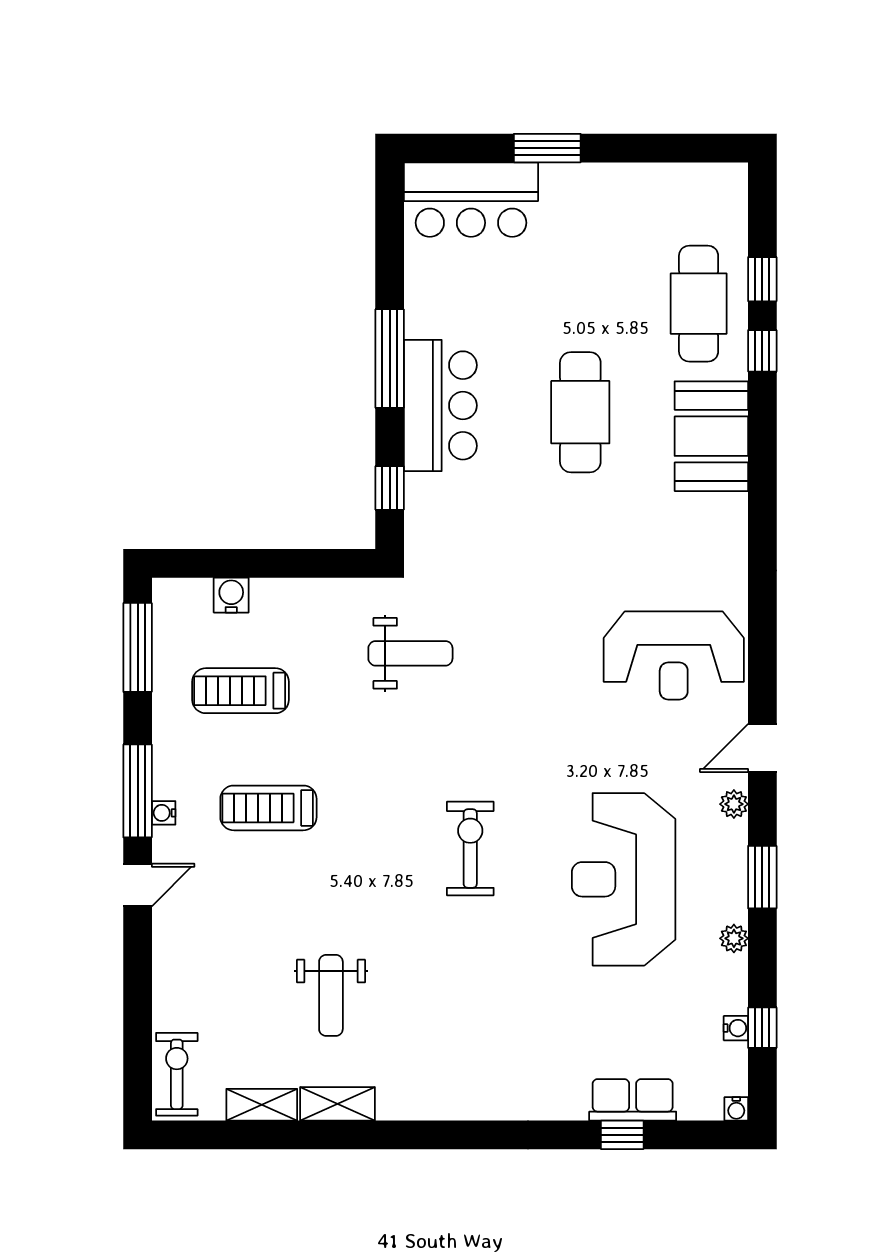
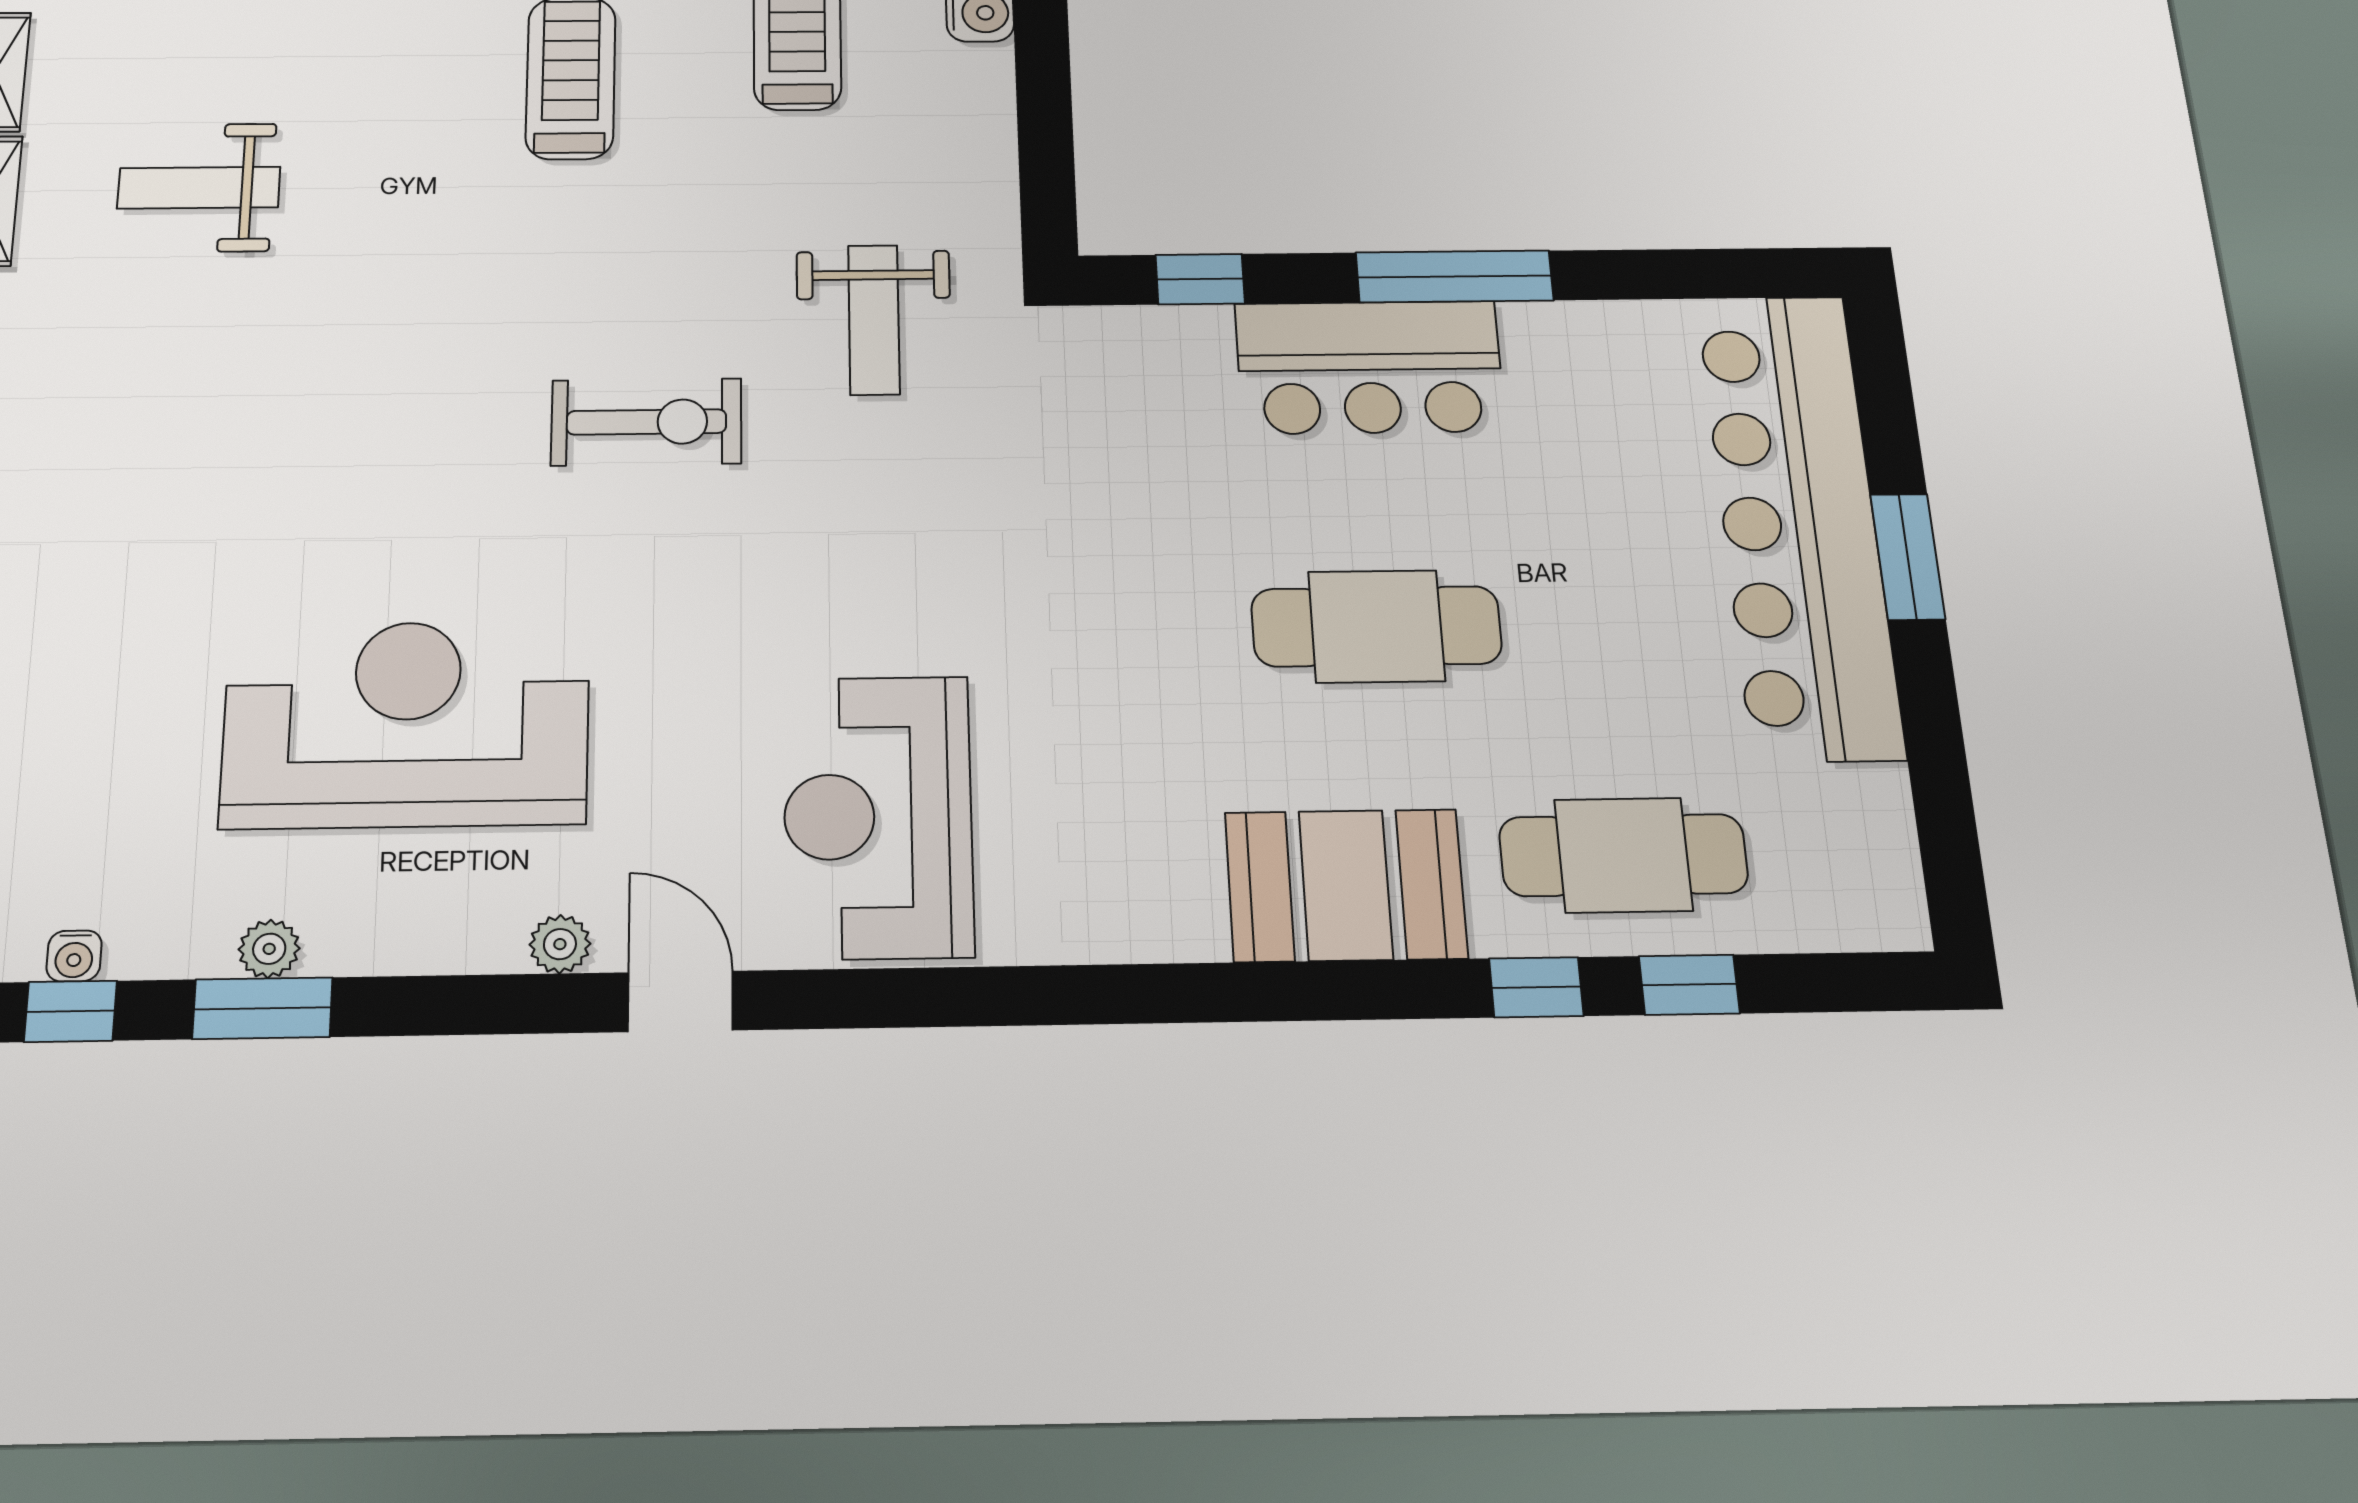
bar counter: (471, 200) -> (1799, 523), width x1.86
exercise bike: (470, 848) -> (646, 422), moved
window: (762, 877) -> (263, 1008), moved

